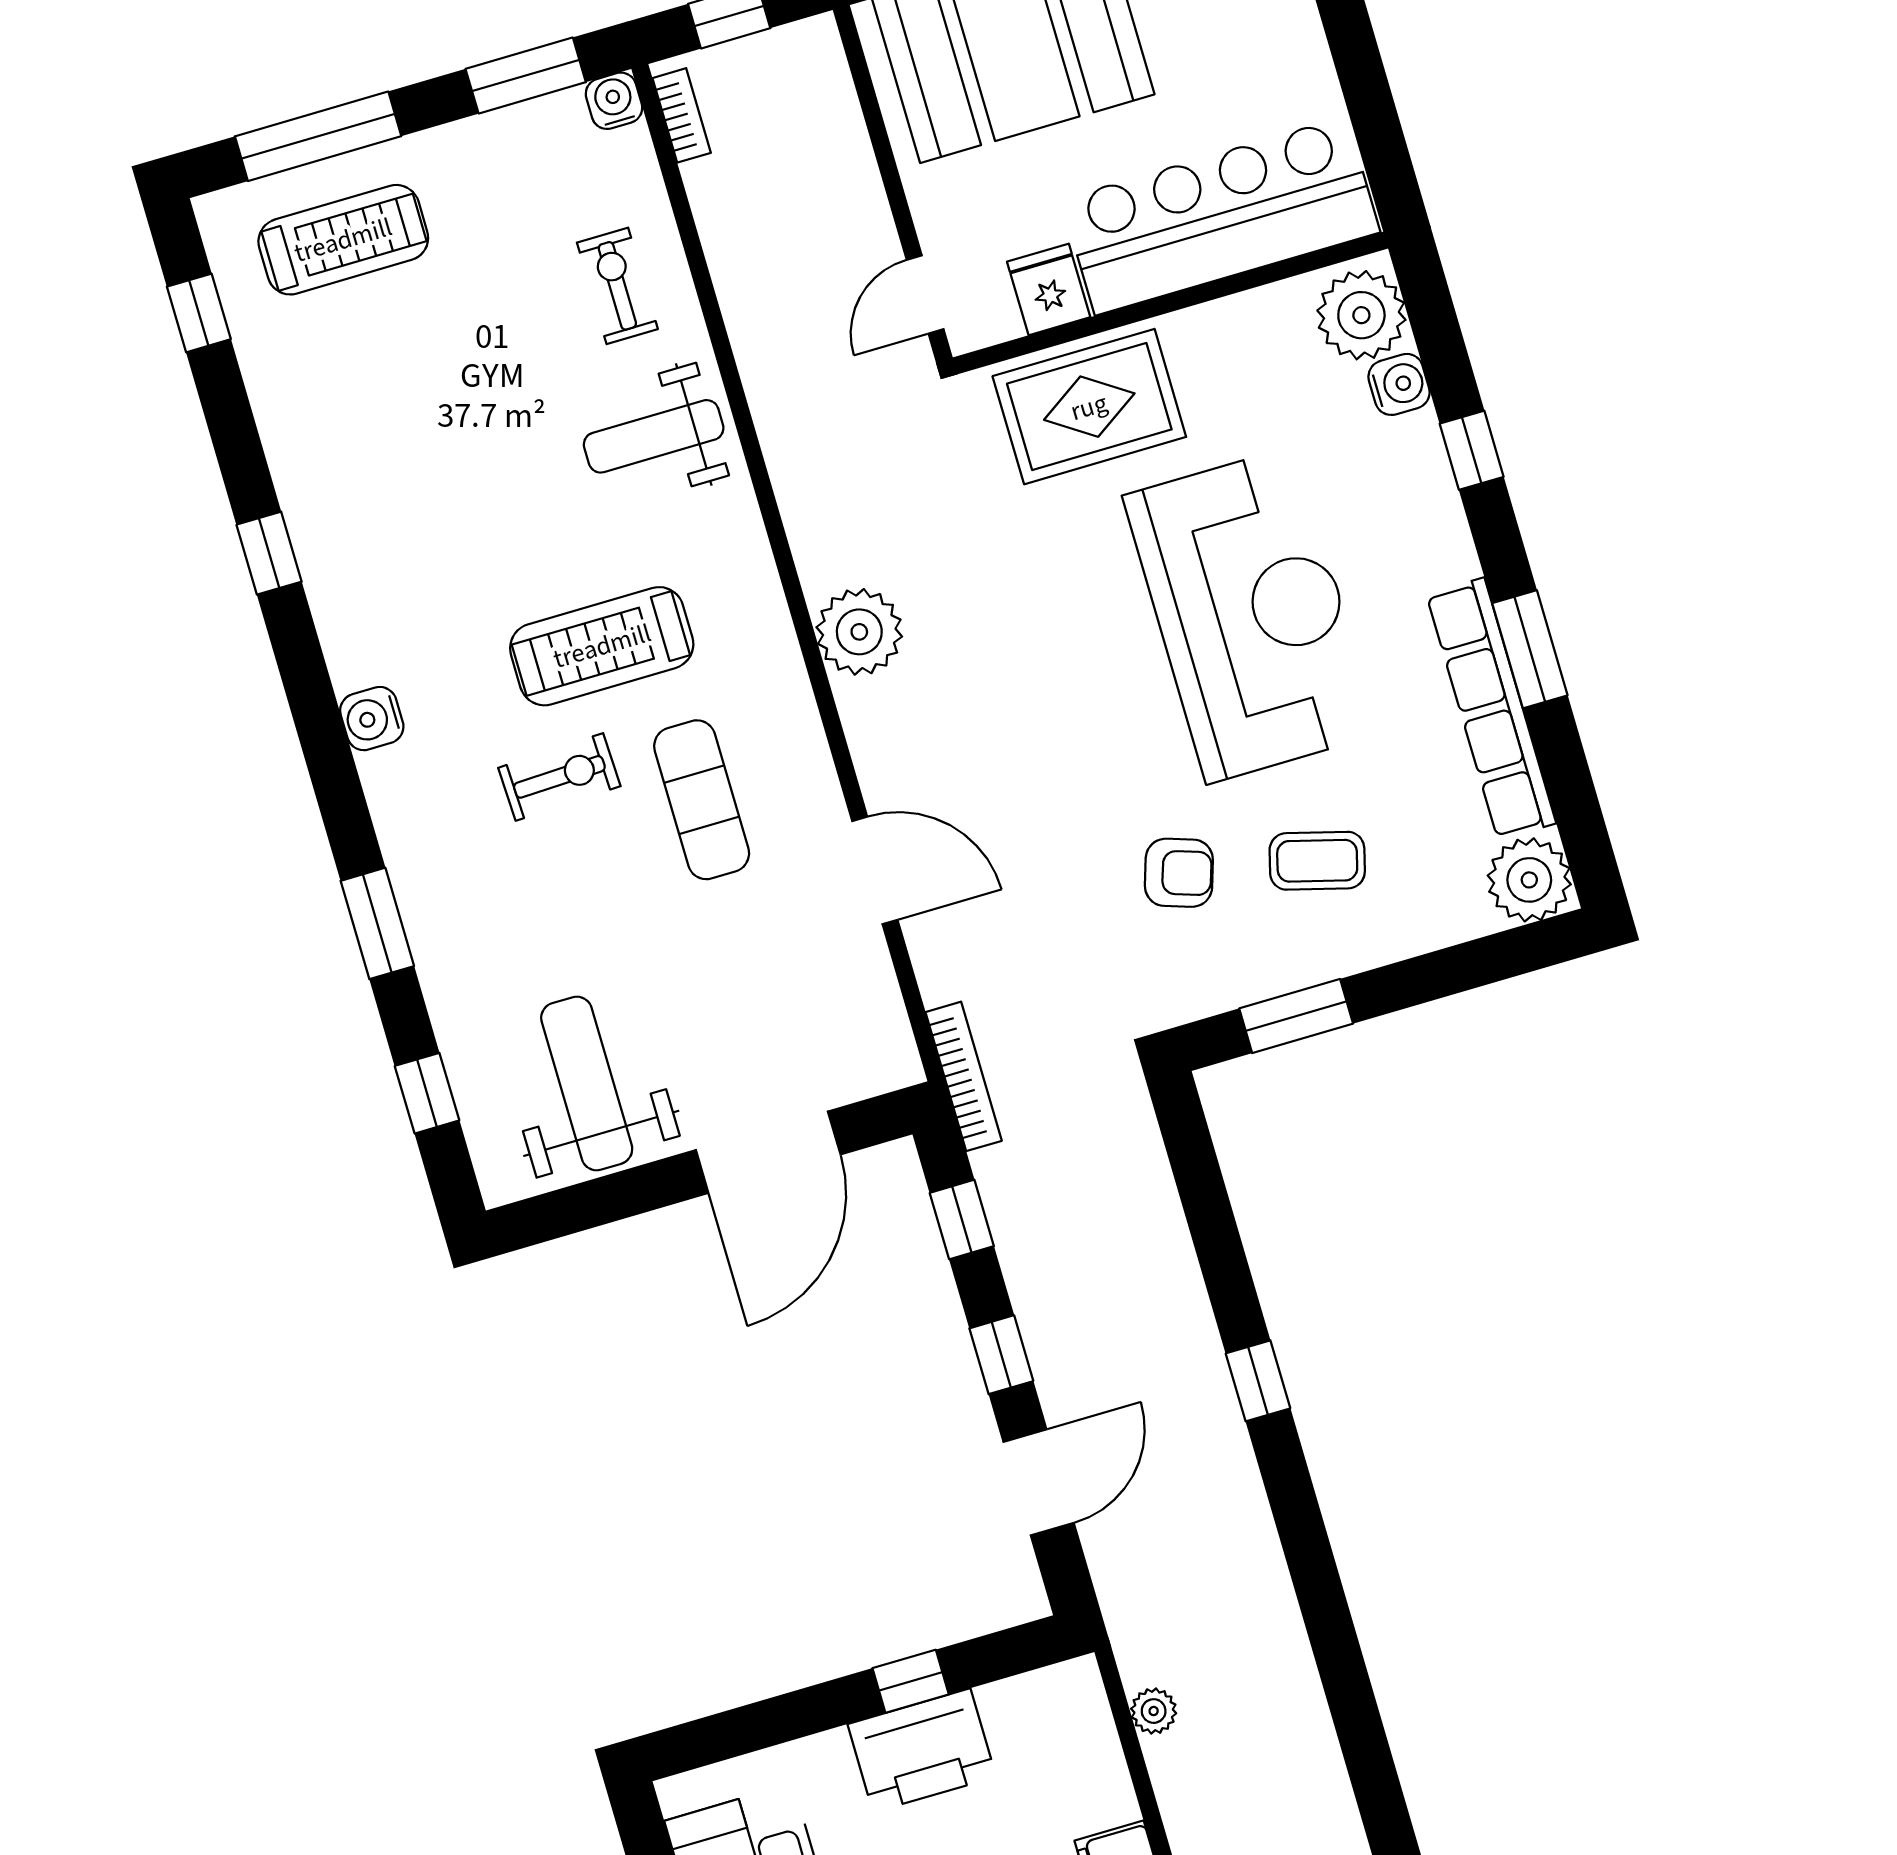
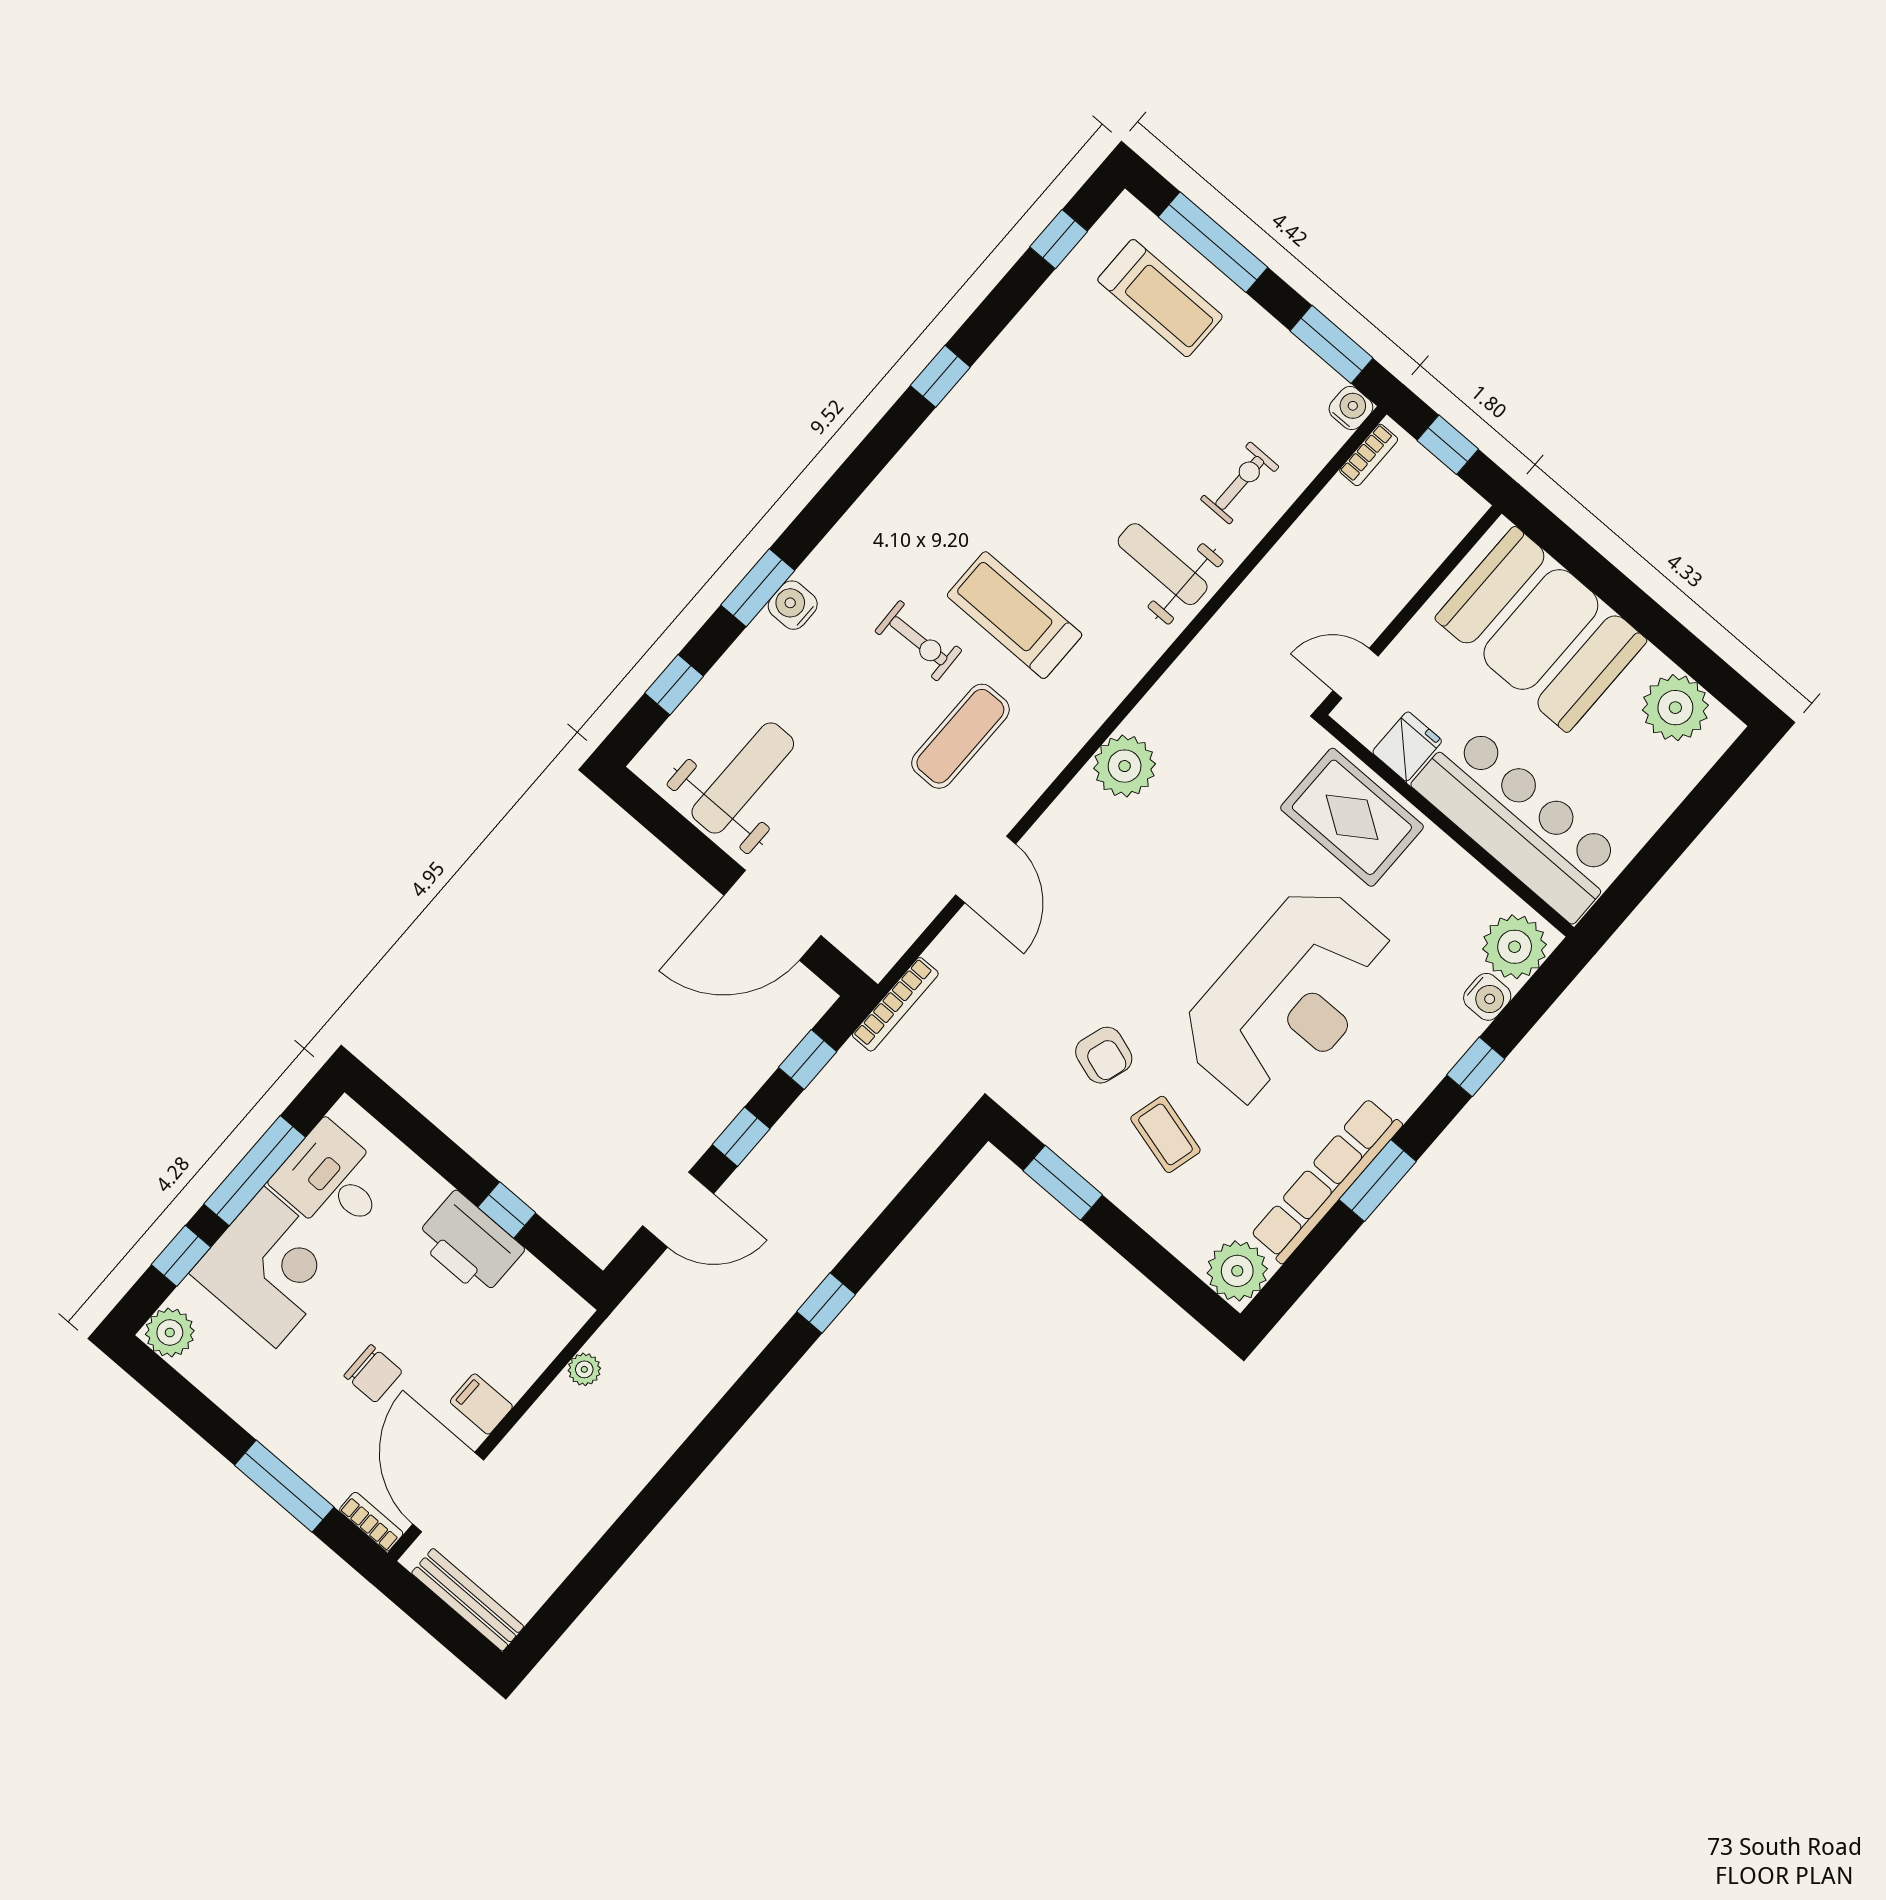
water cooler: (372, 719) -> (793, 605), moved

